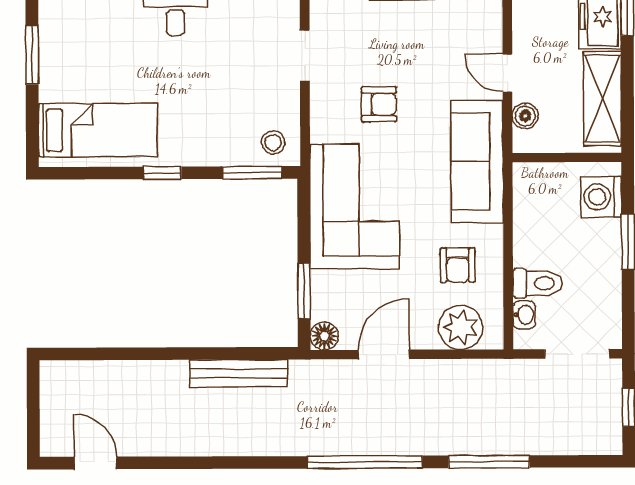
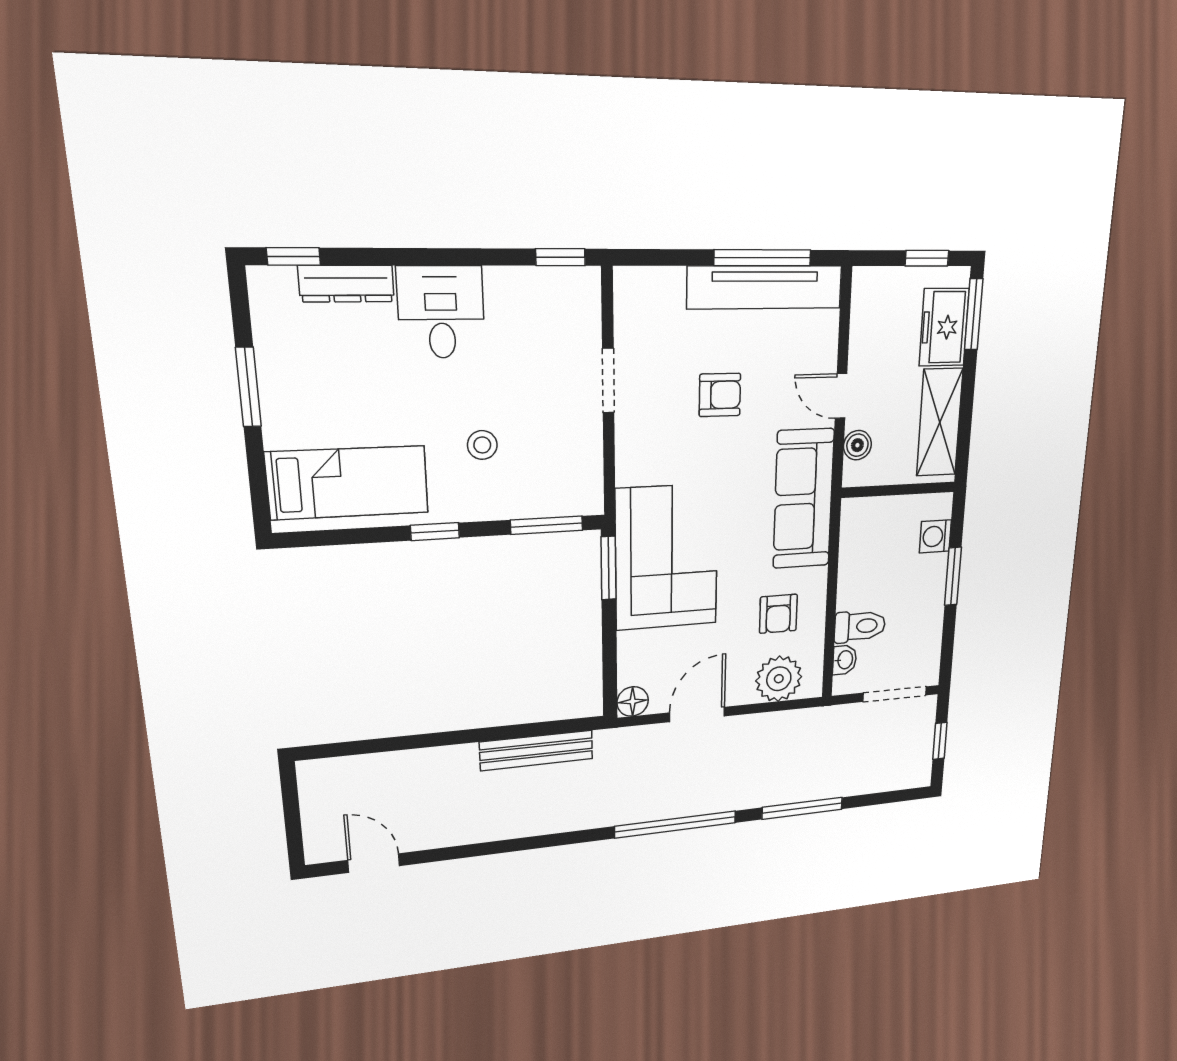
armchair: (379, 104) -> (720, 395), moved
stool: (273, 142) -> (482, 445), moved
washing machine: (601, 197) -> (935, 536), width x0.73, depth x0.73
window: (304, 291) -> (608, 568), moved

